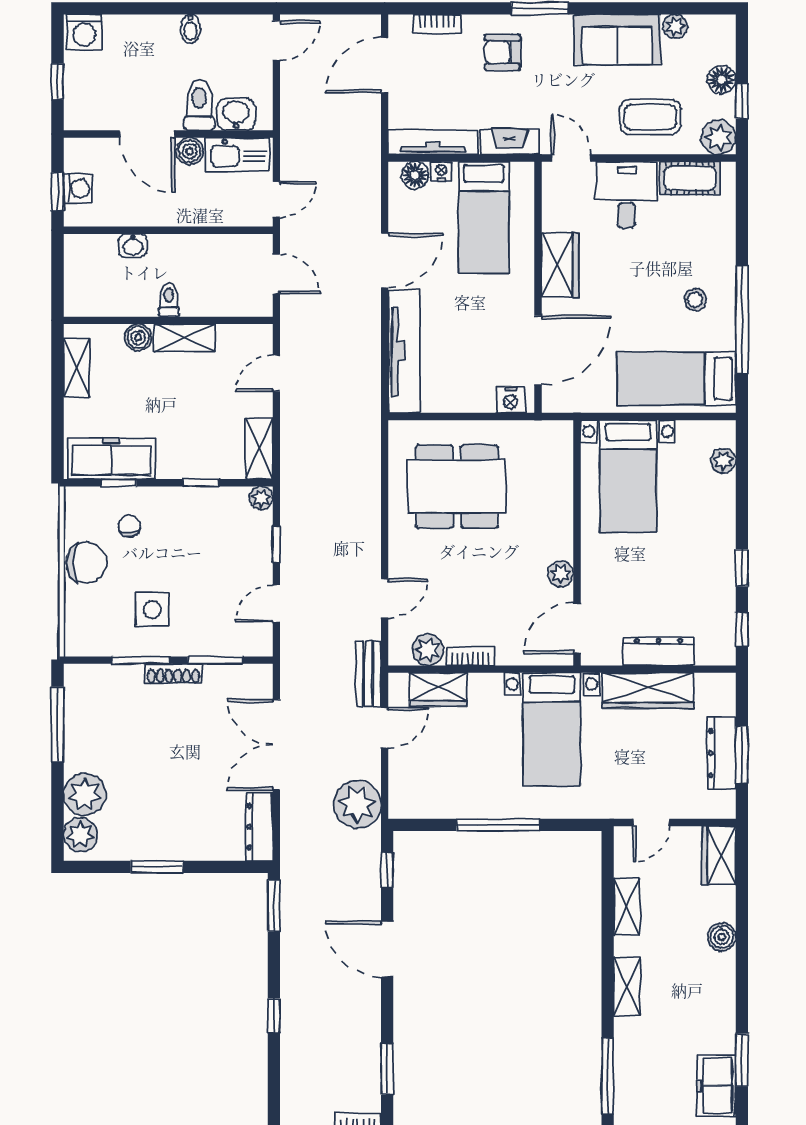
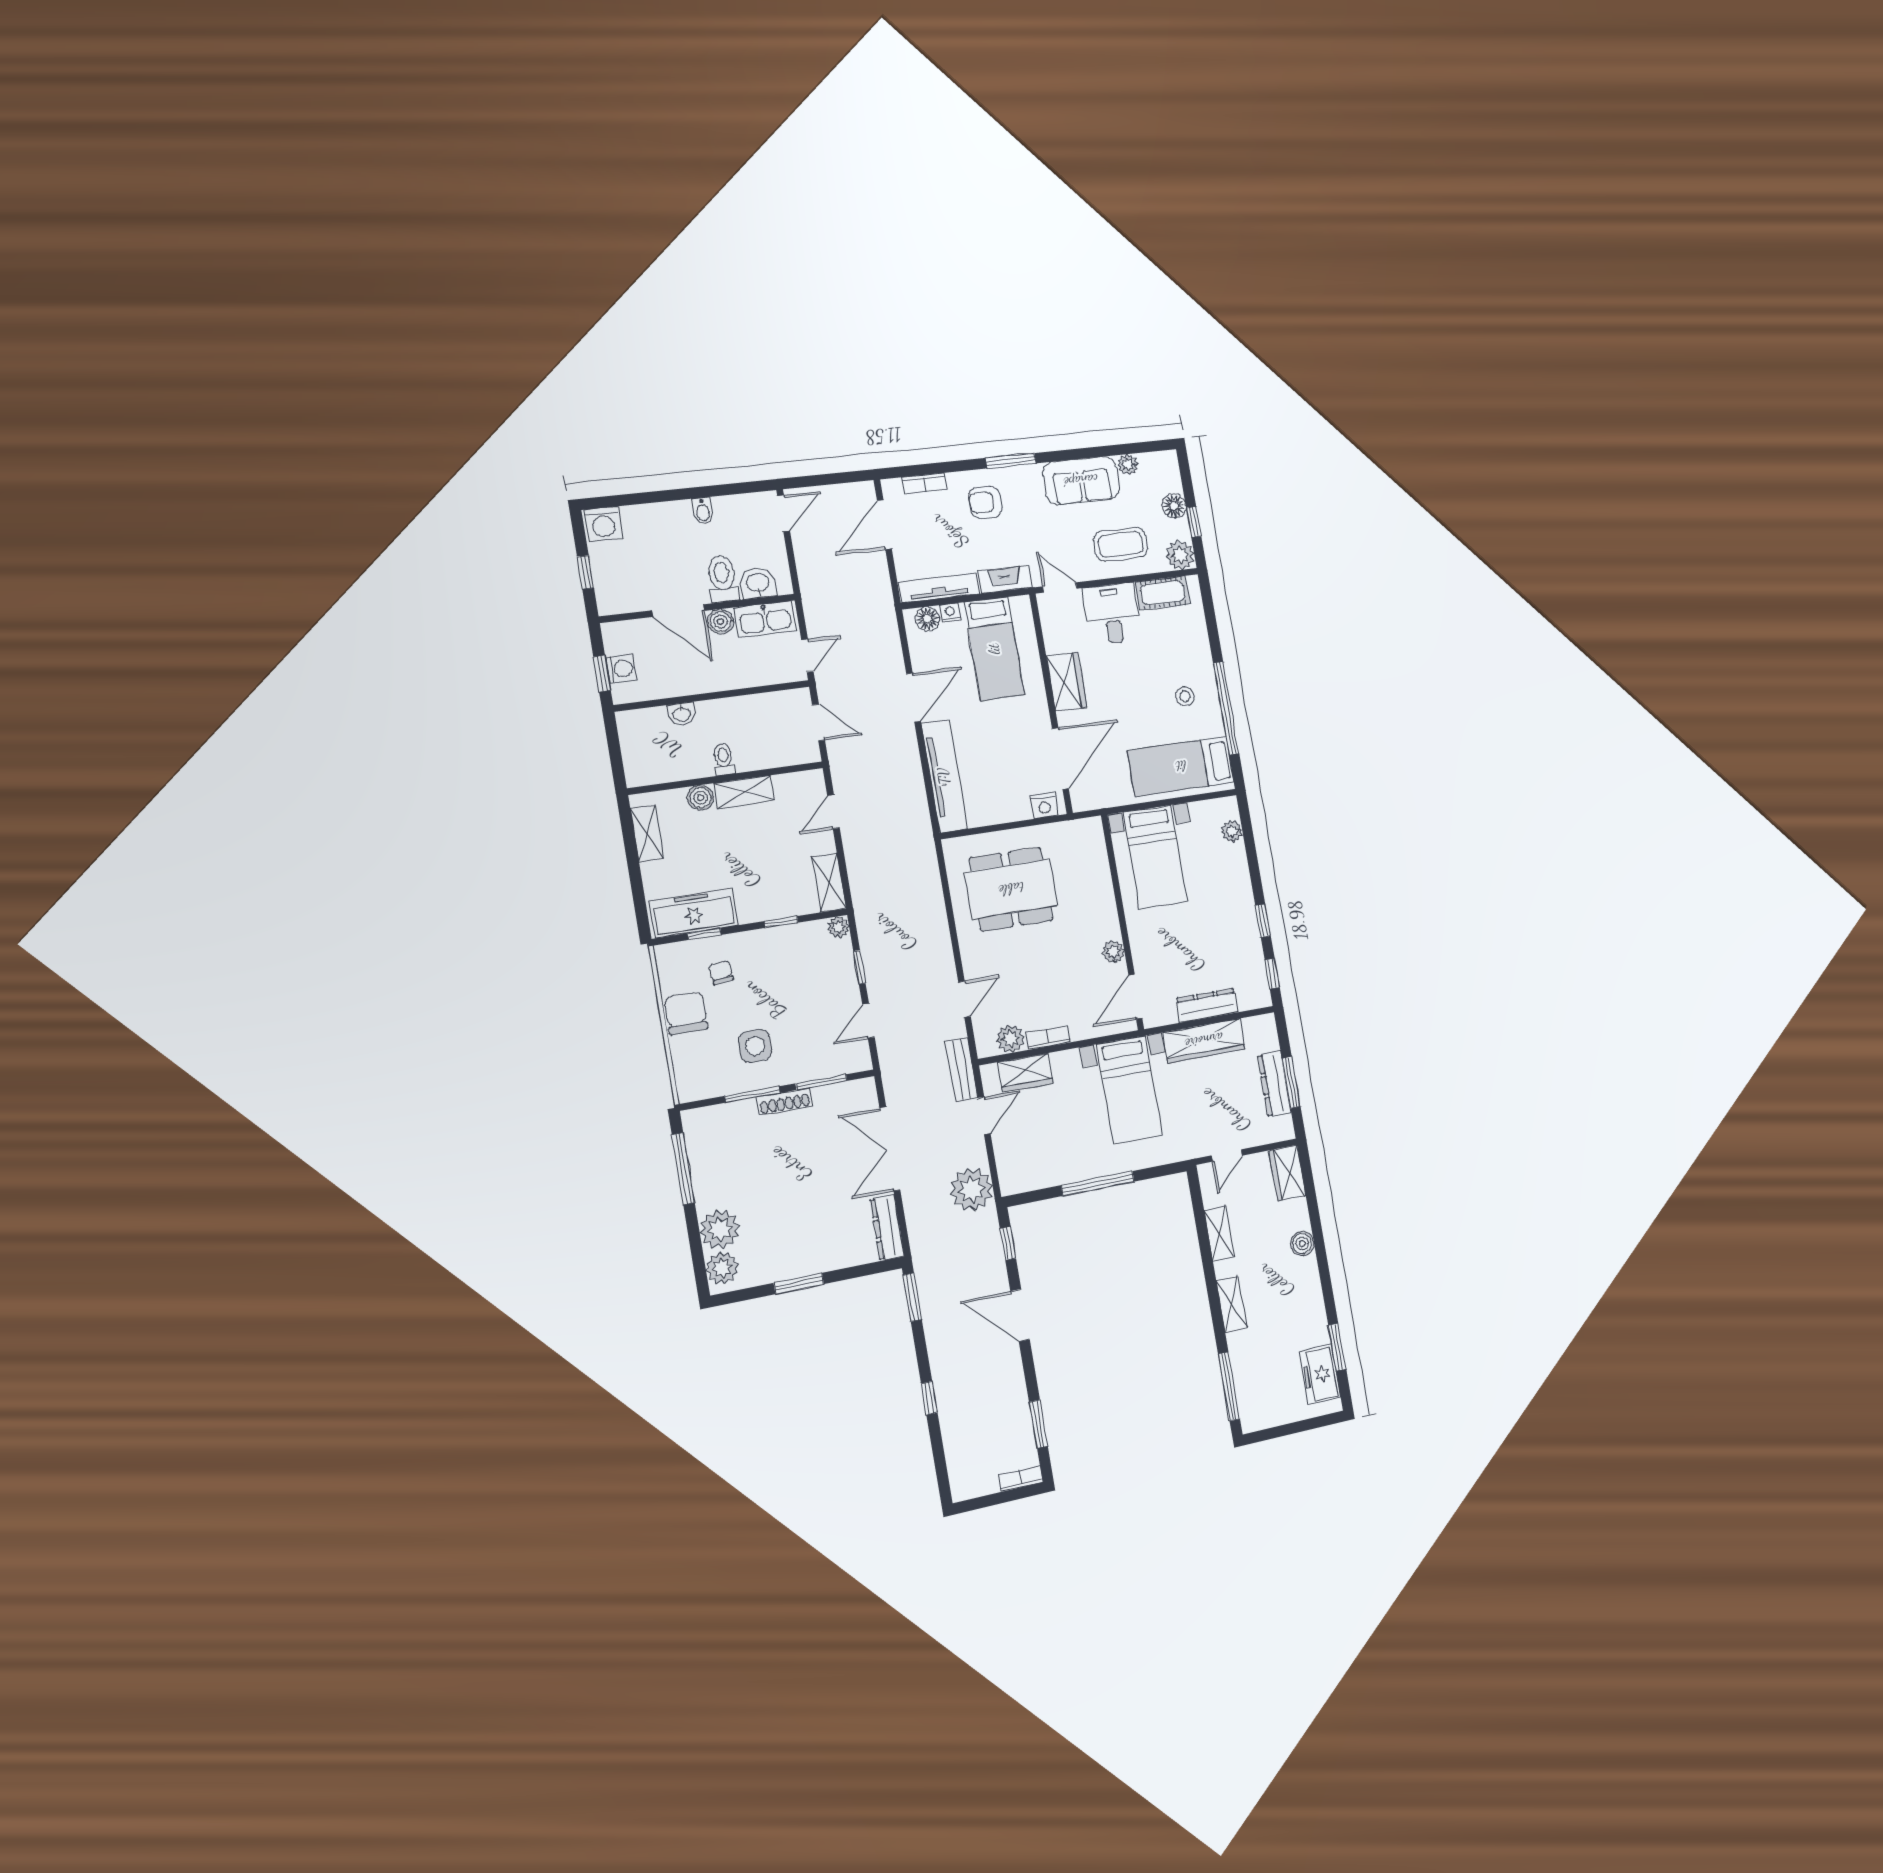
chair: (86, 563) -> (686, 1013), turned -90

